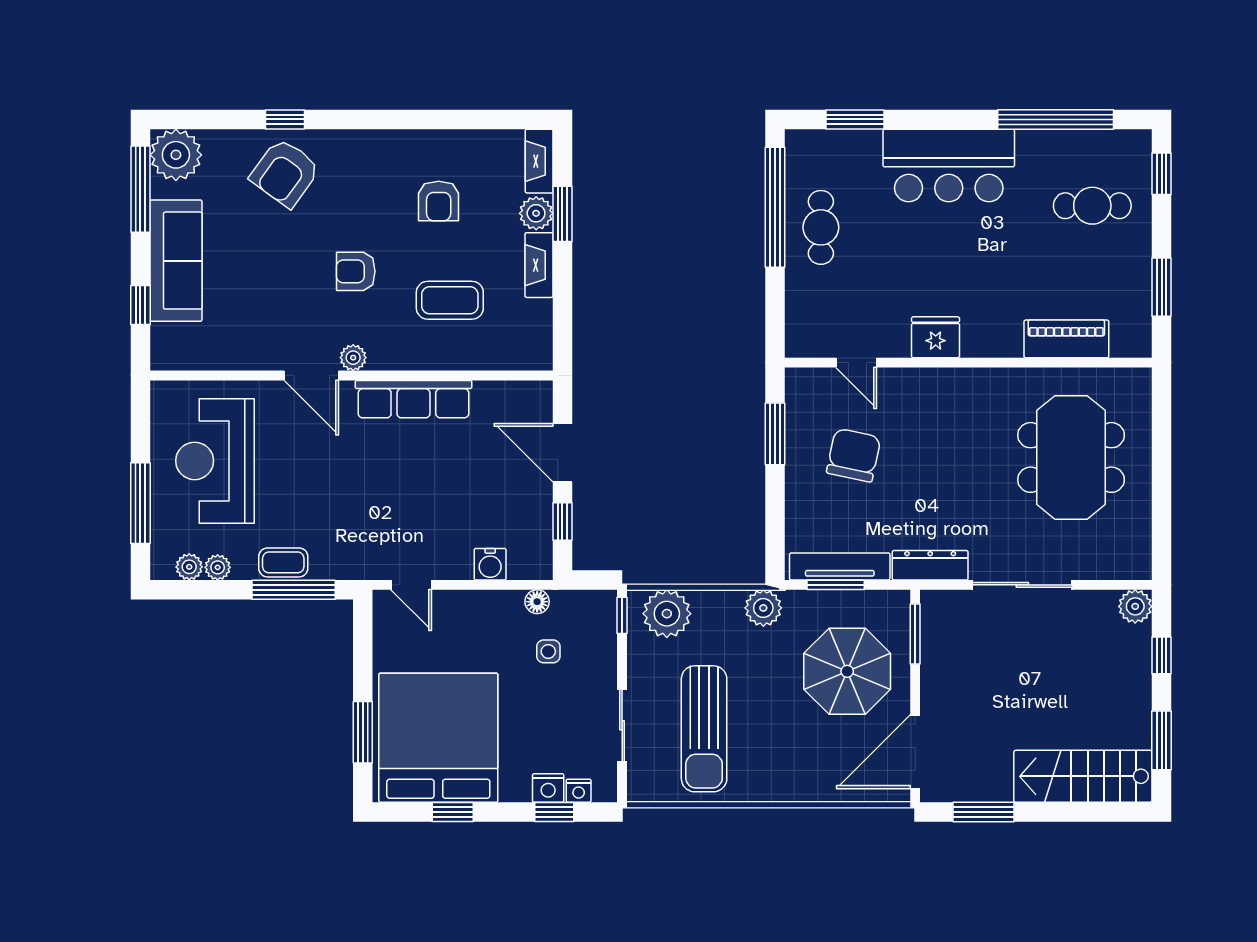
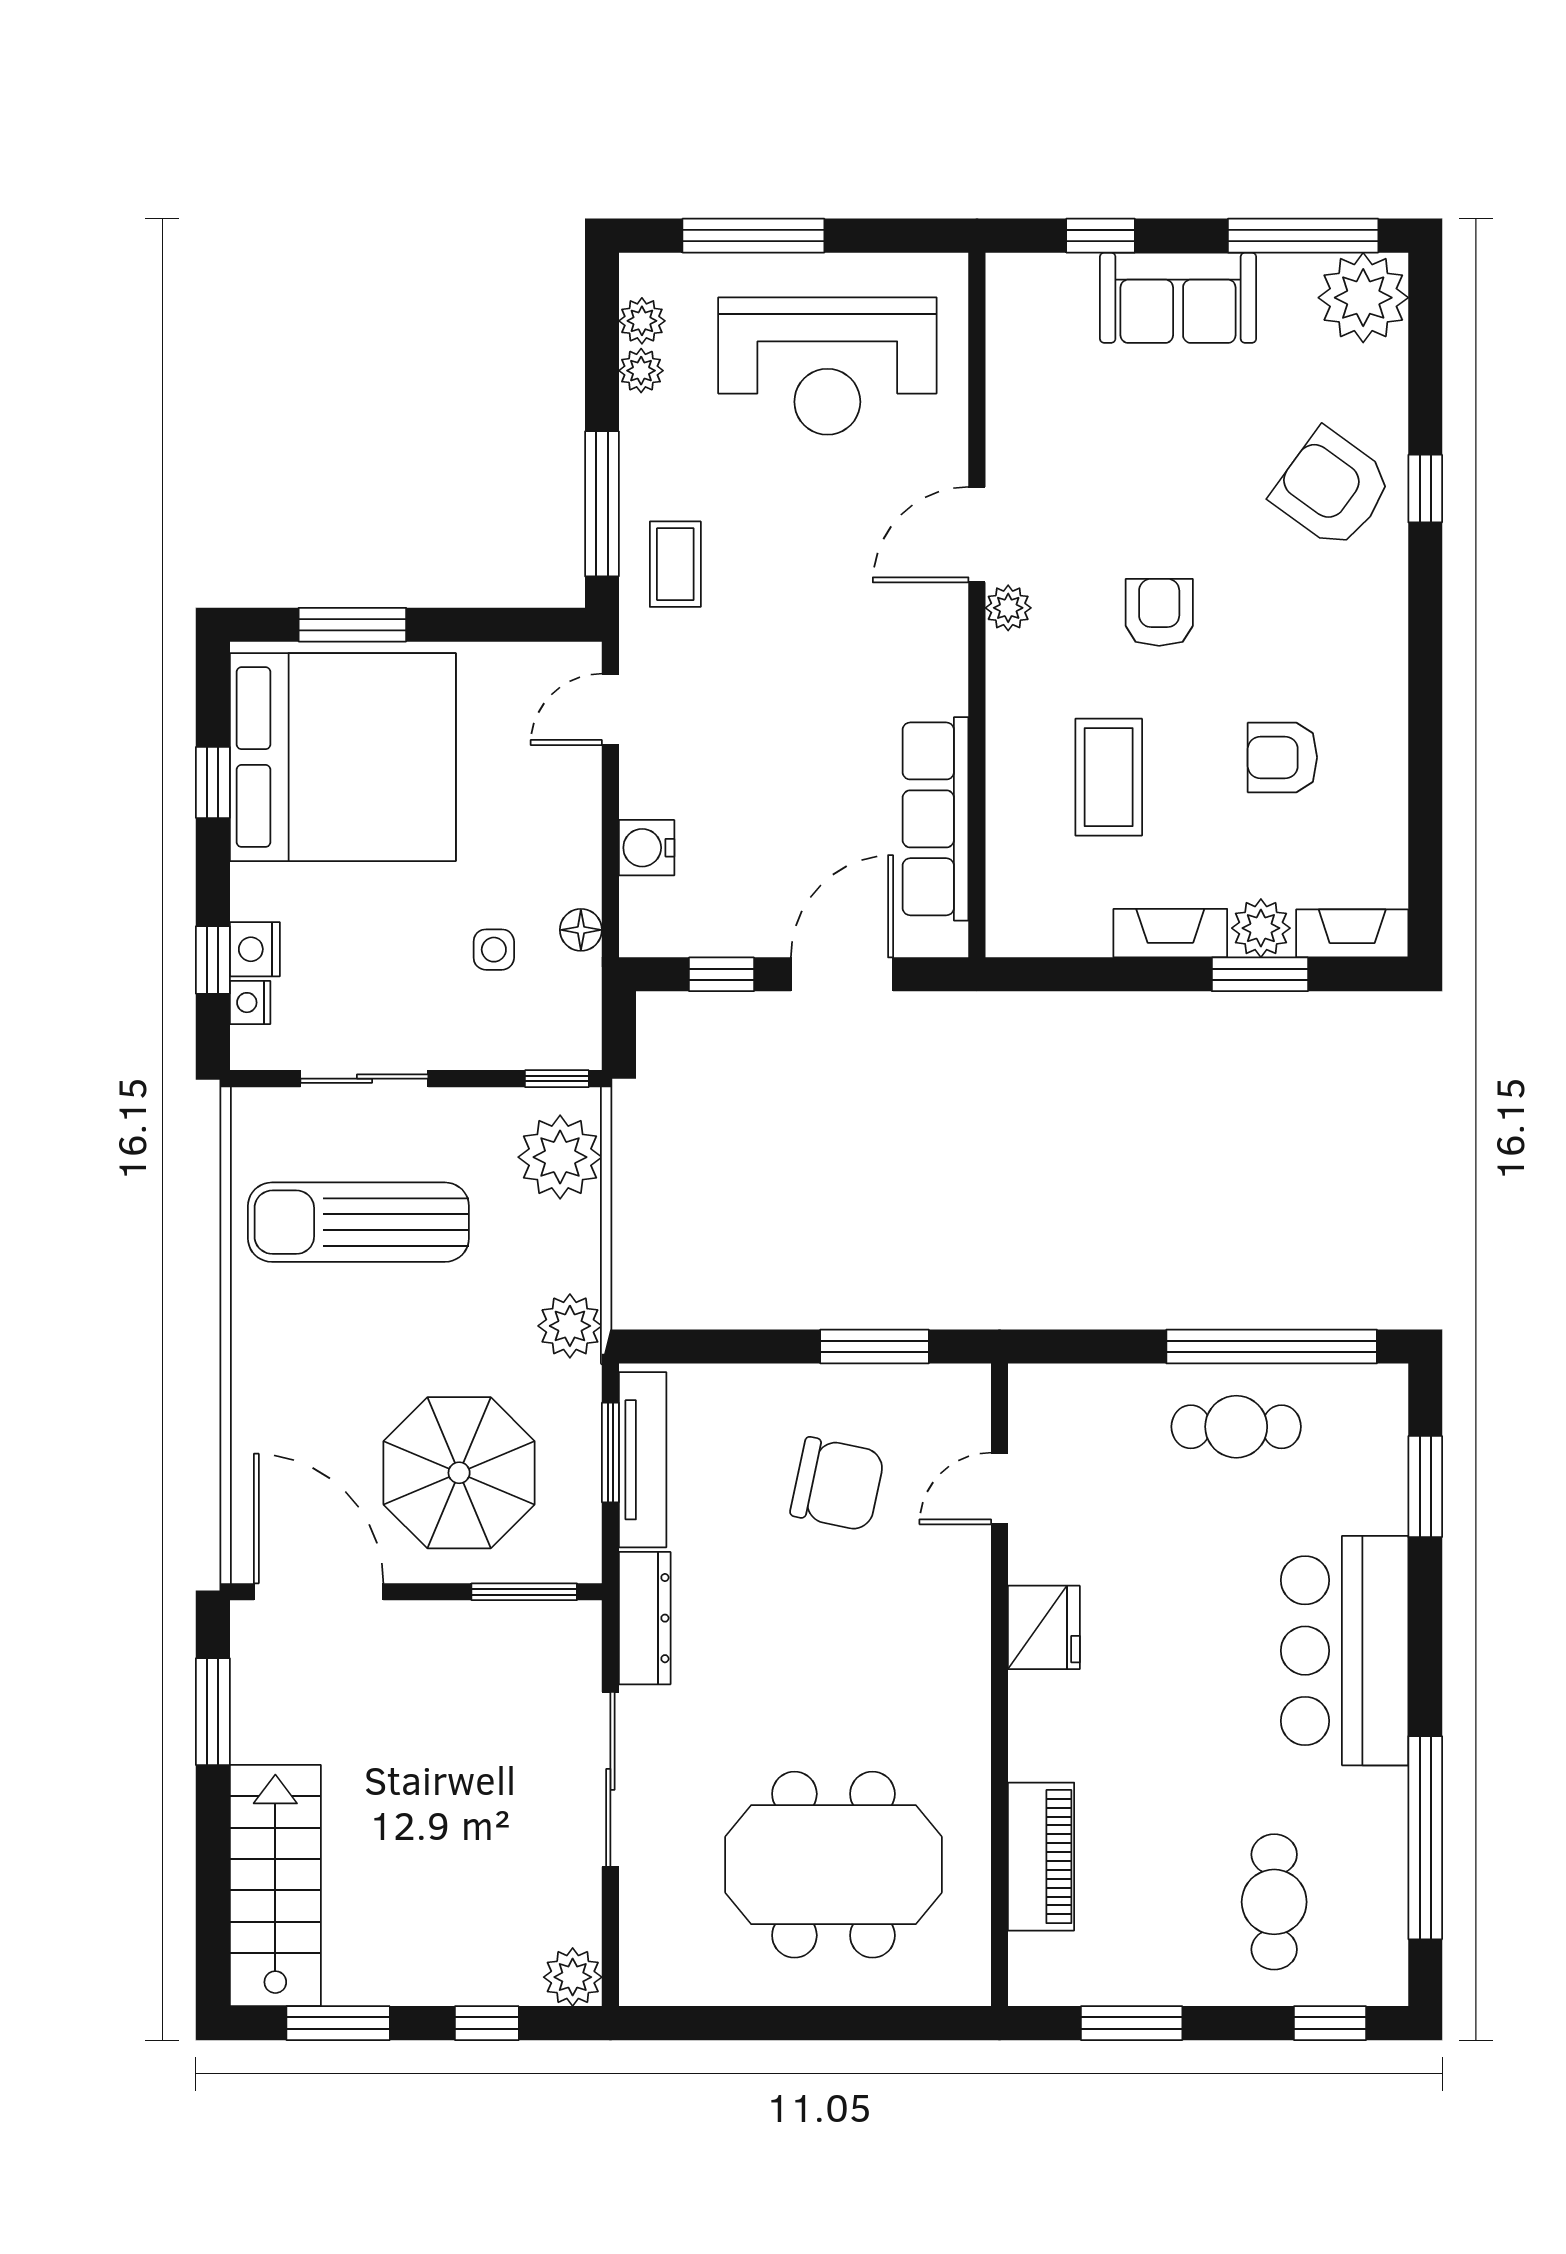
sofa: (176, 261) -> (1178, 298), width x0.73
row of seats: (413, 399) -> (936, 819), moved
reception desk: (215, 461) -> (827, 366), turned 180
coffee table: (283, 562) -> (675, 564), moved

